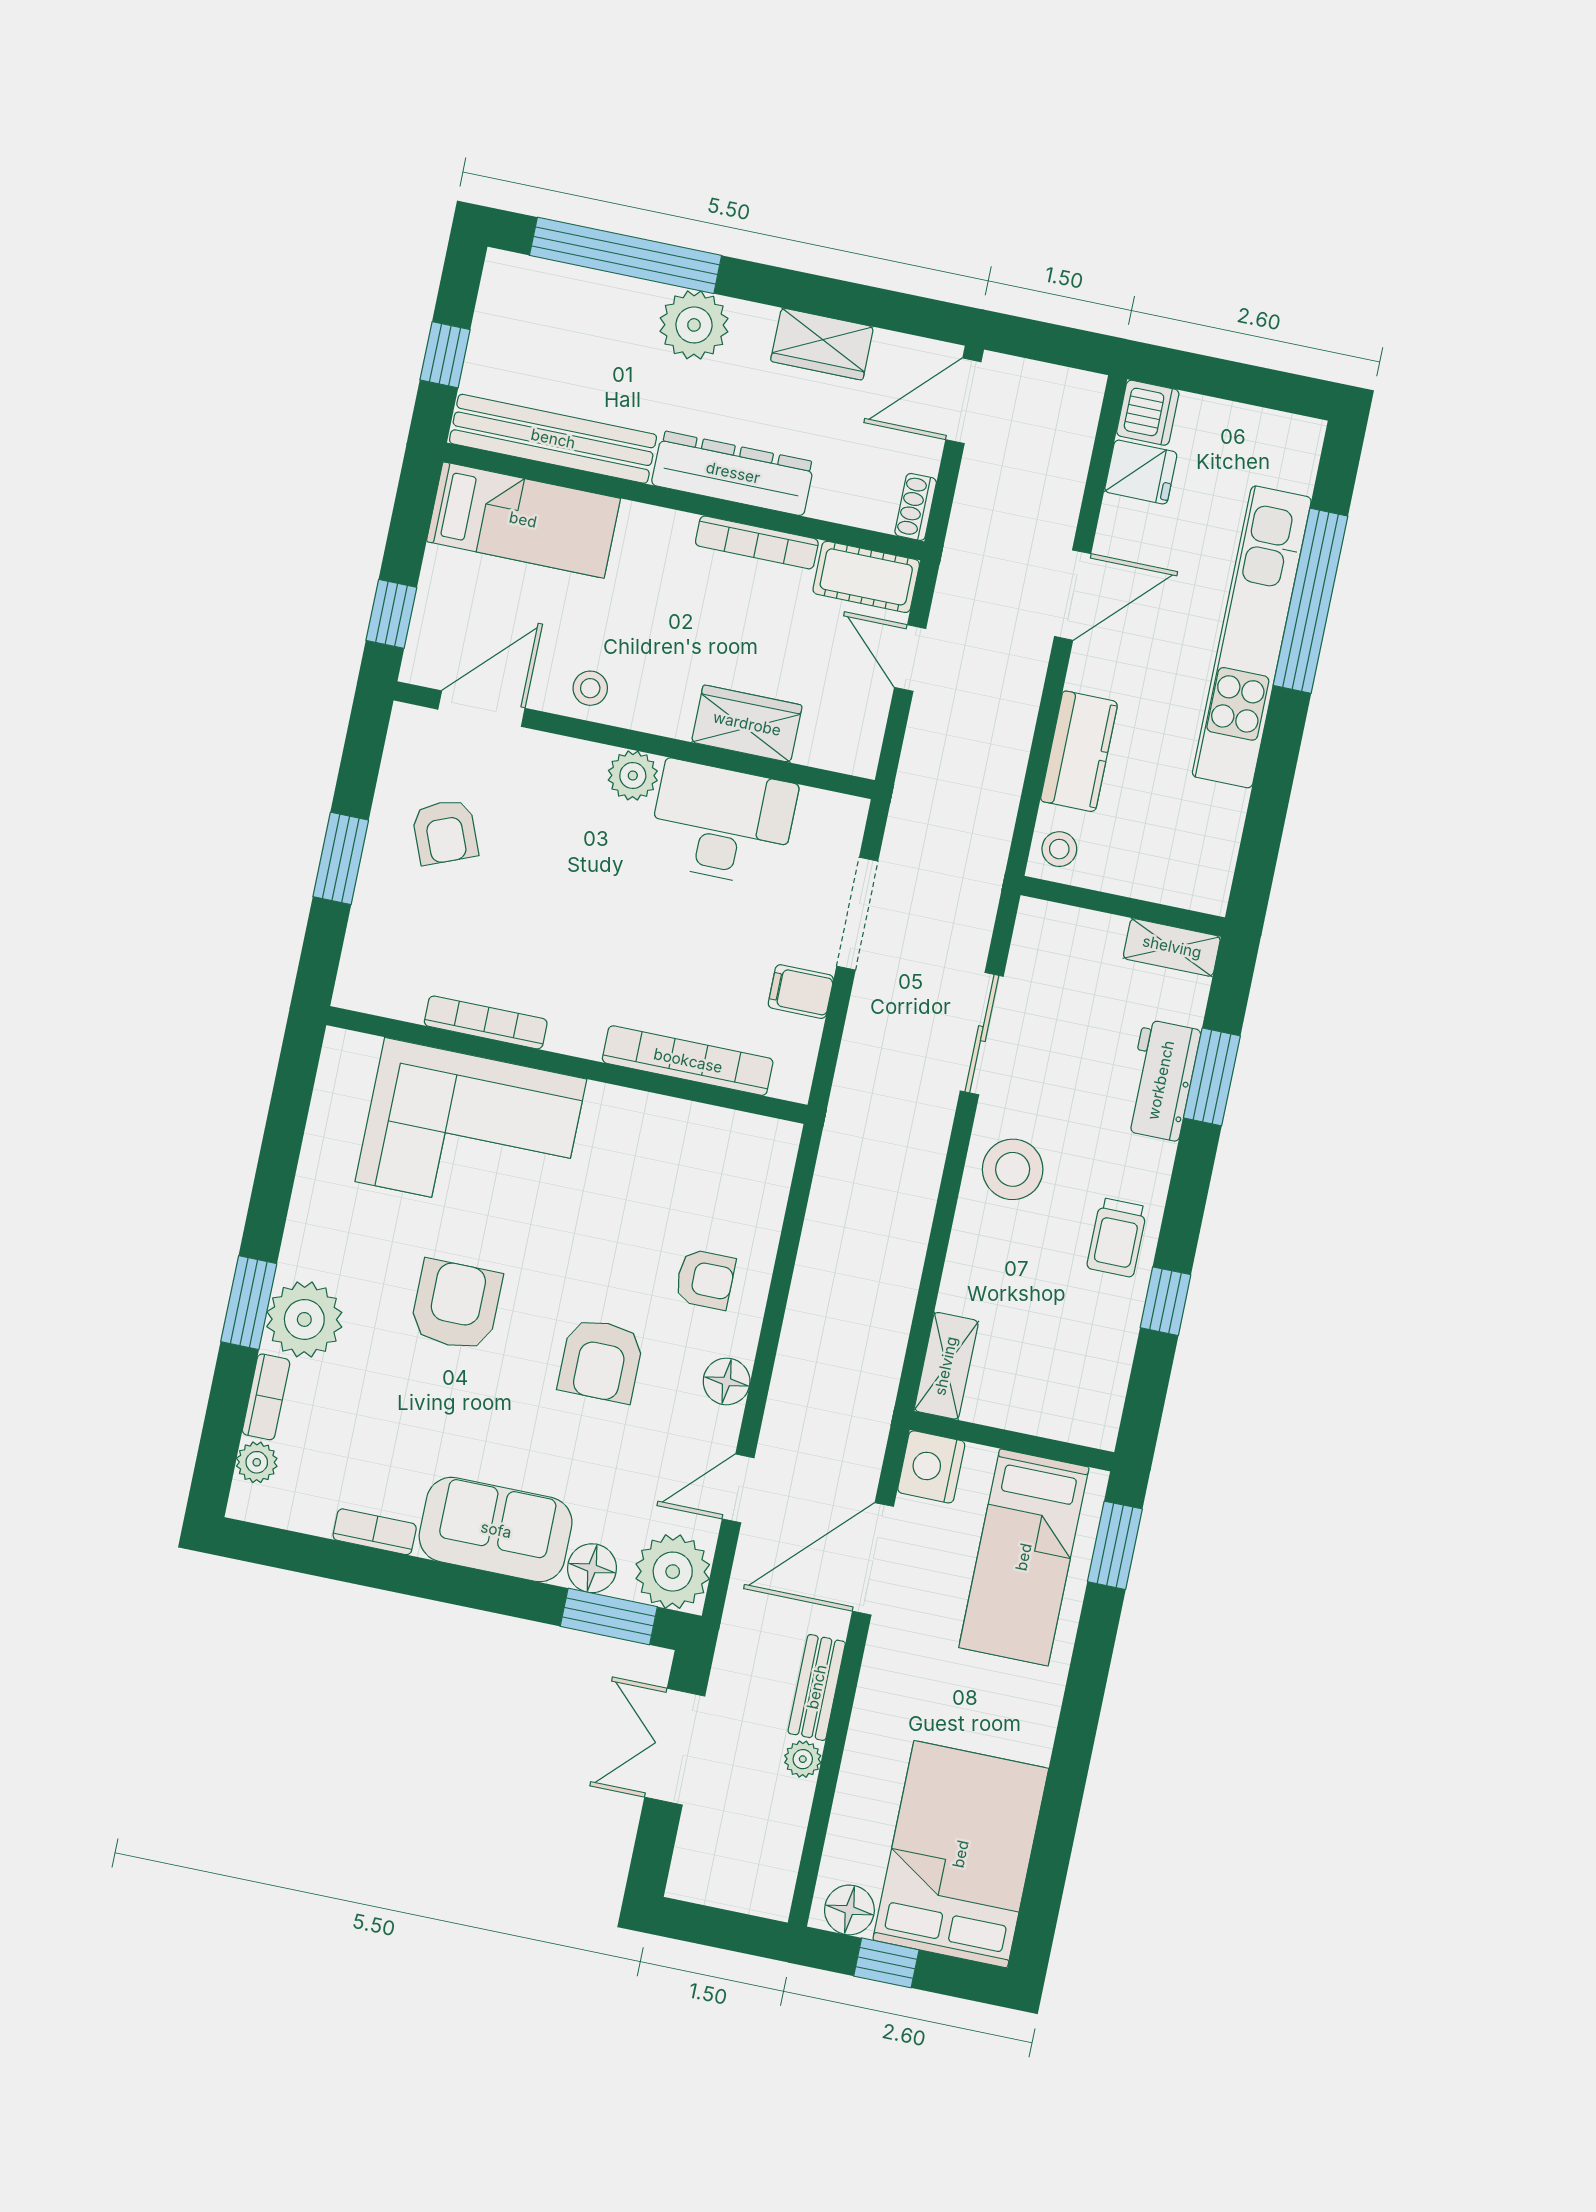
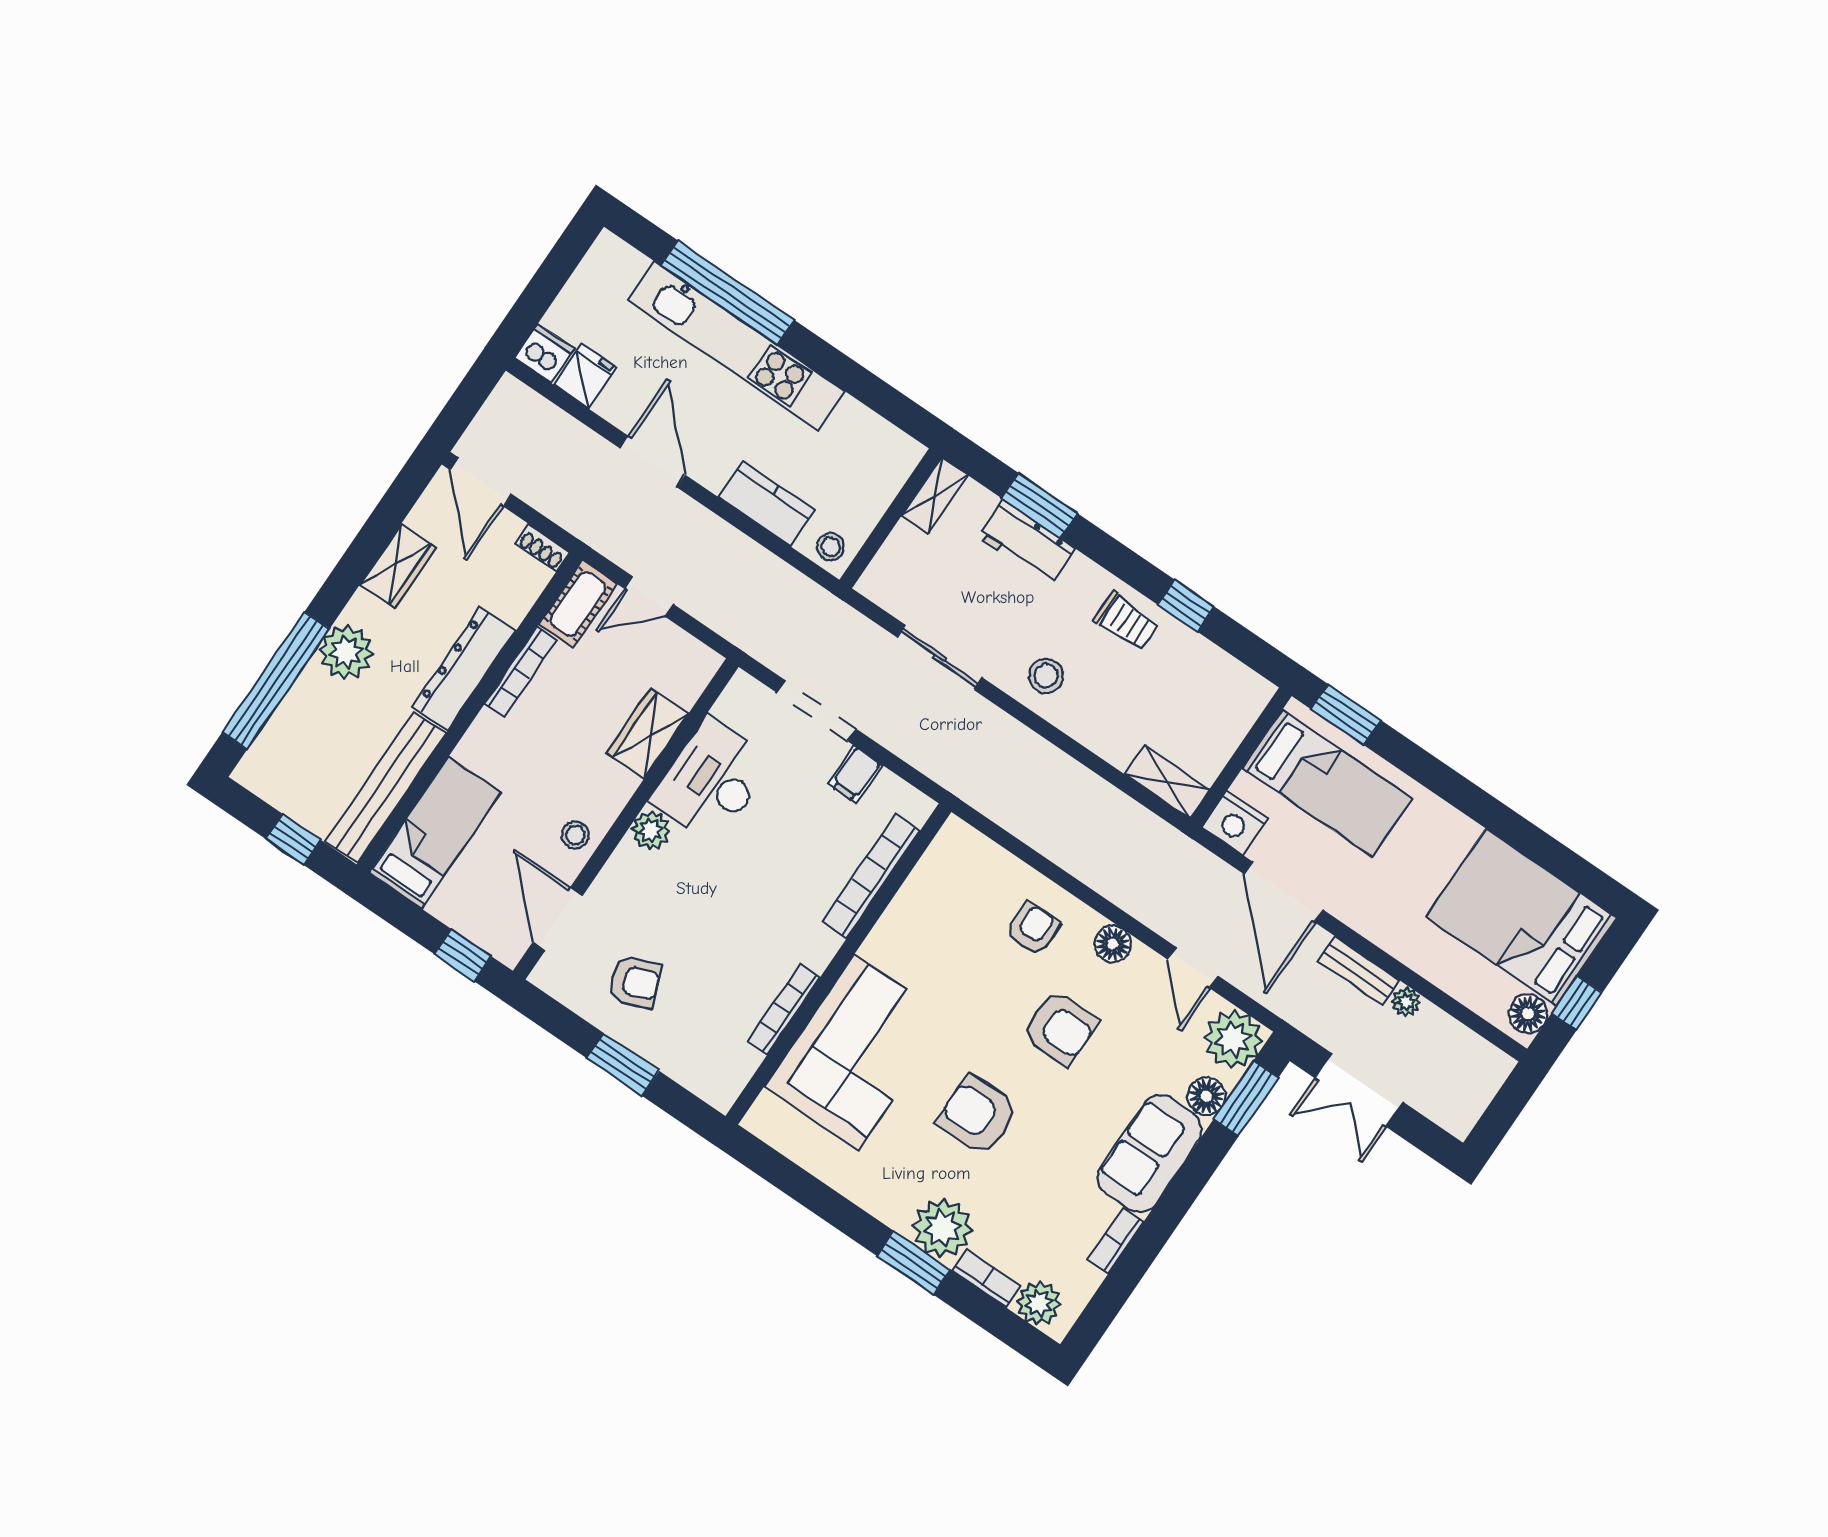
stool: (1013, 1169) -> (1046, 676), width x0.73, depth x0.73
plant: (257, 1462) -> (1039, 1303), width x1.38, depth x1.38

